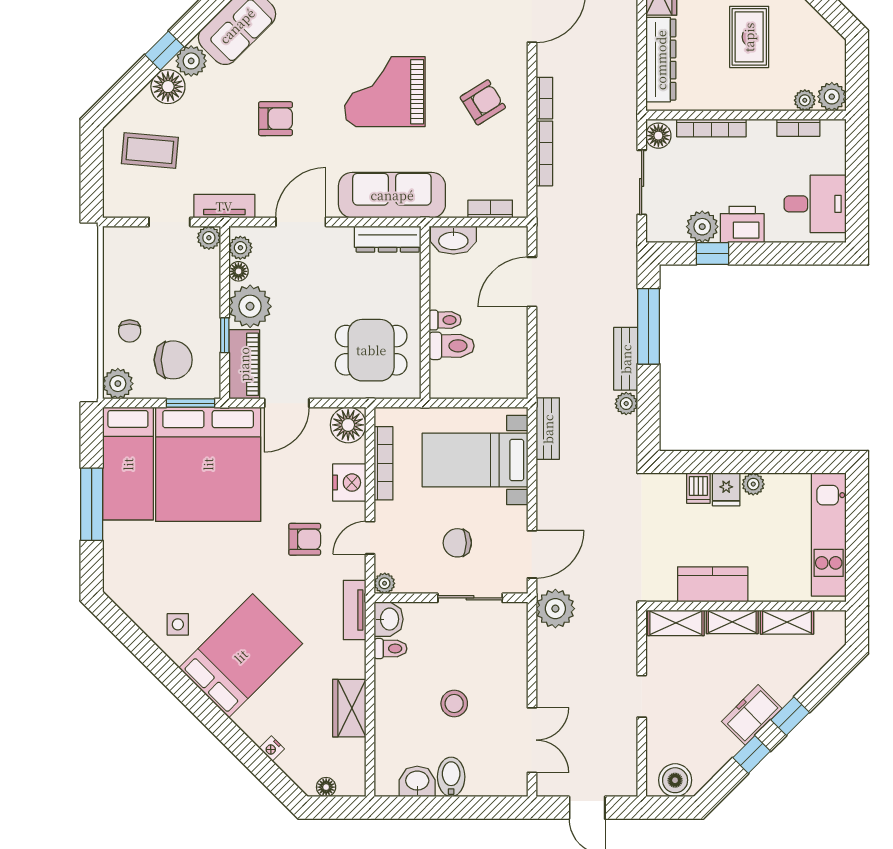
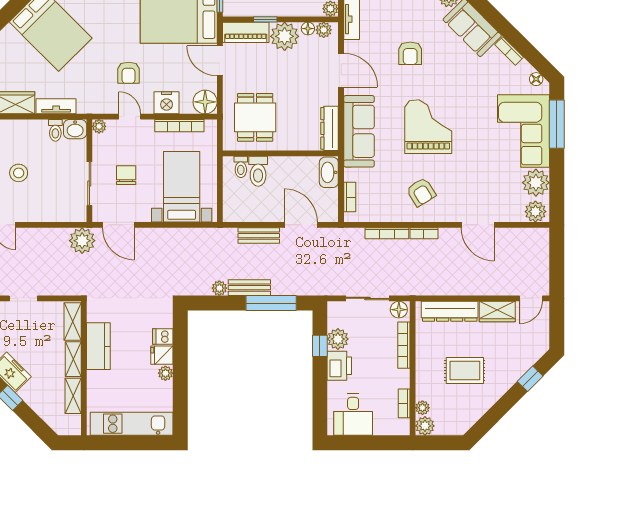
toilet: (445, 320) -> (241, 167), moved
bench: (548, 429) -> (259, 236), moved
tv unit: (355, 610) -> (56, 106), moved

